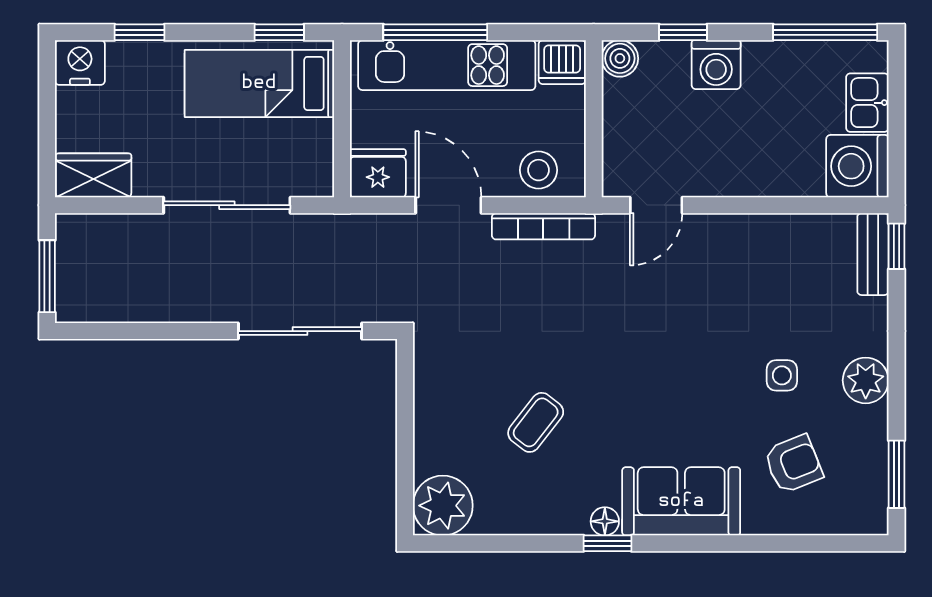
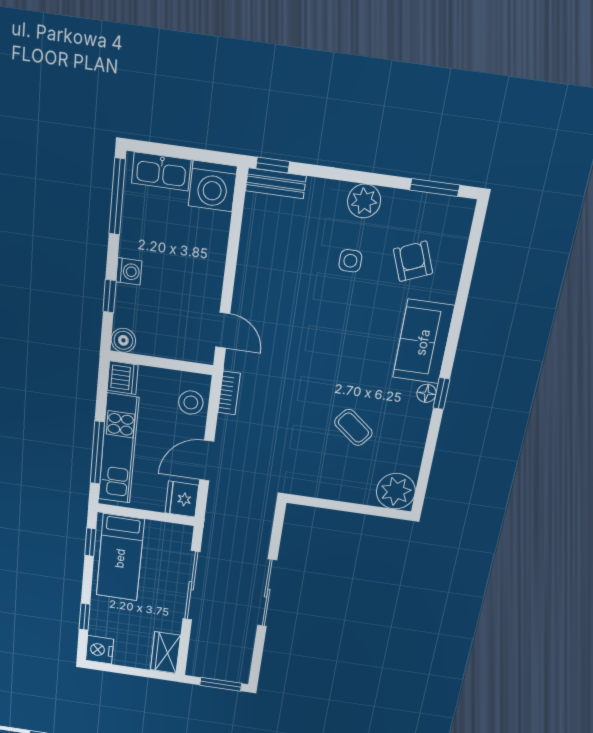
washing machine: (716, 65) -> (129, 271), width x0.73, depth x0.73
kitchen sink: (867, 103) -> (161, 172), width x1.38
bookcase: (543, 226) -> (229, 393), width x0.64
sliding door: (300, 331) -> (267, 593), moved

